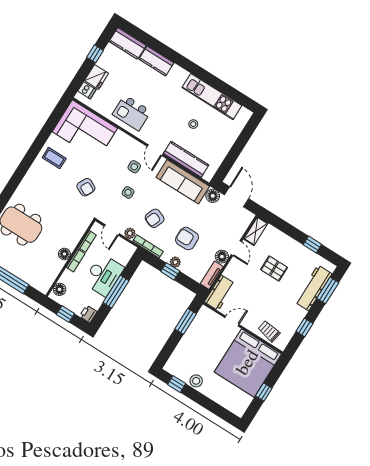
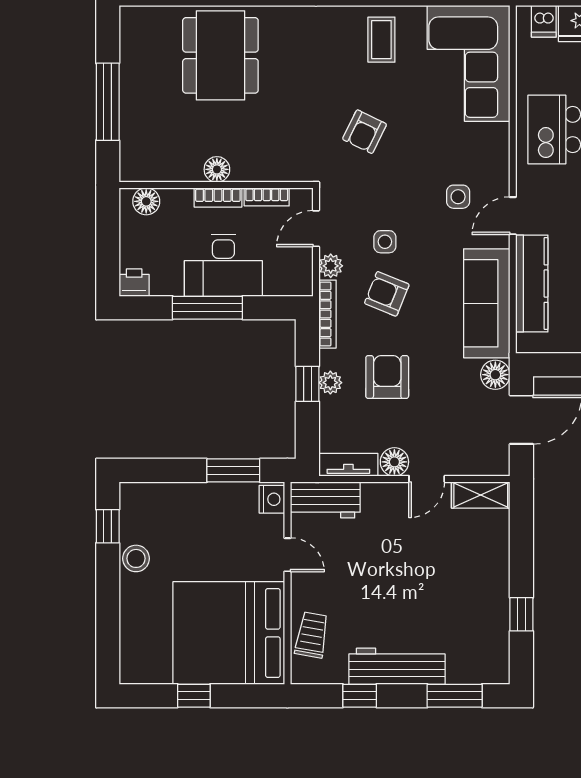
side table: (128, 192) -> (385, 242), moved
pallet: (274, 269) -> (433, 572), removed
workbench: (313, 288) -> (397, 666), moved
nightstand: (206, 313) -> (272, 499), added
window: (65, 314) -> (108, 241), removed

